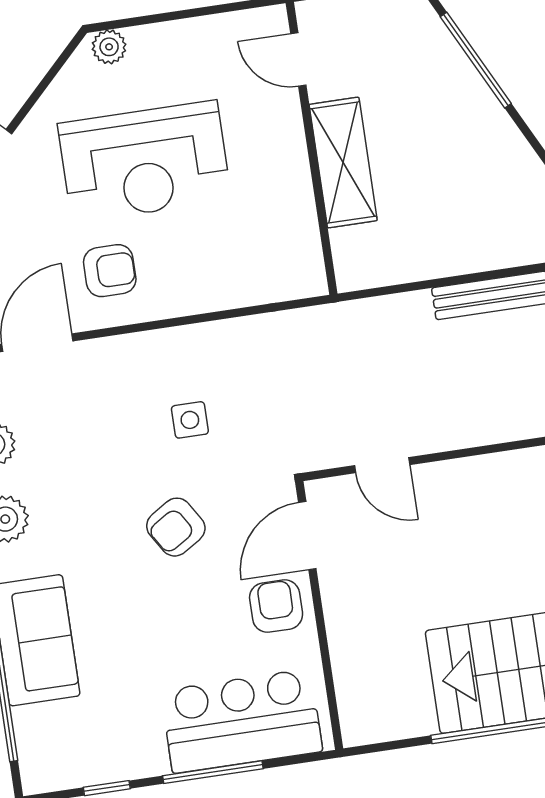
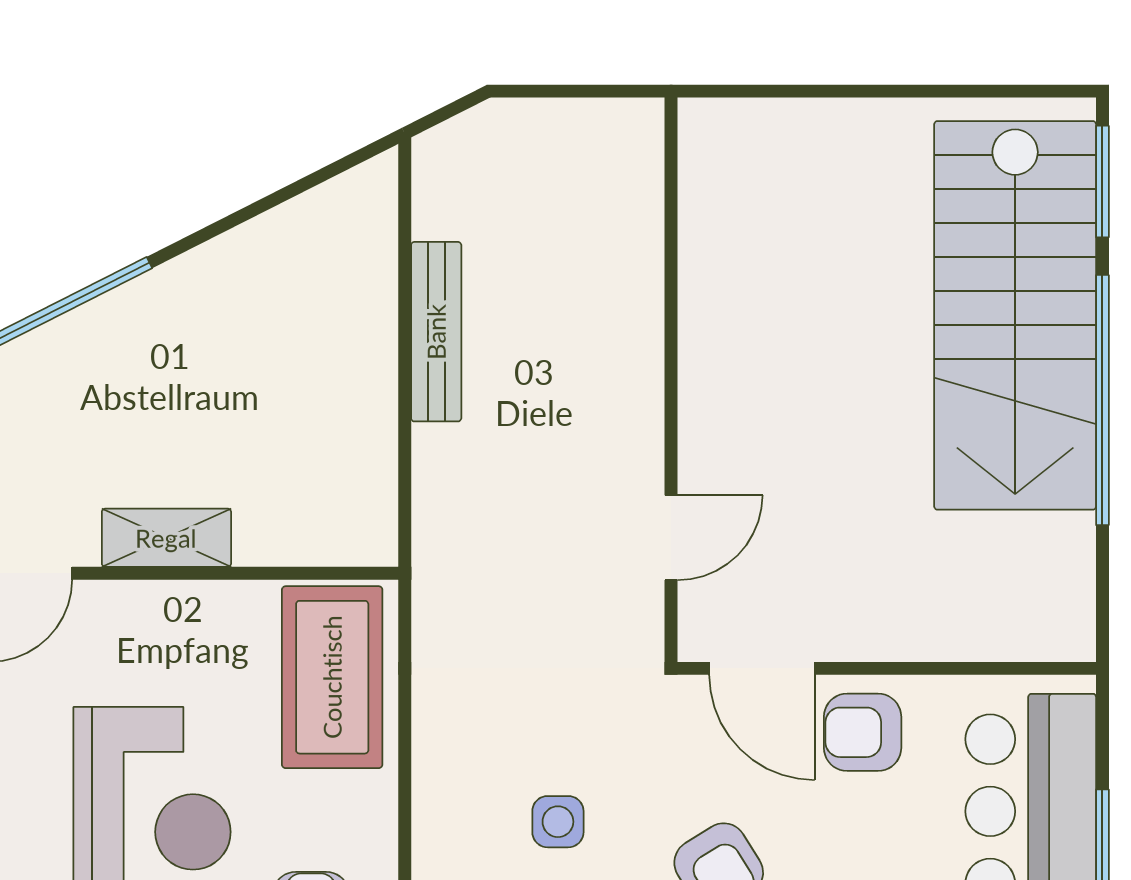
shelving: (343, 162) -> (166, 538), width x0.67, depth x0.75
coffee table: (261, 262) -> (332, 677), added

